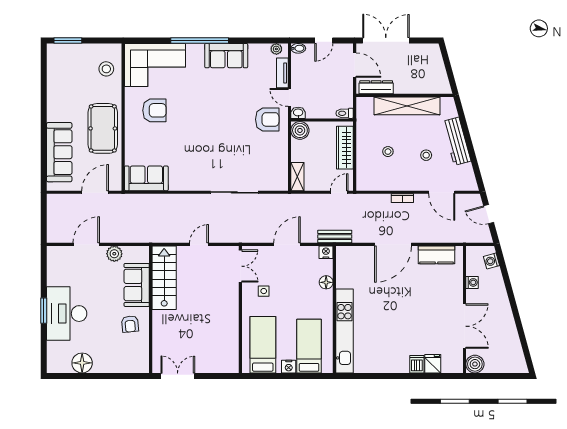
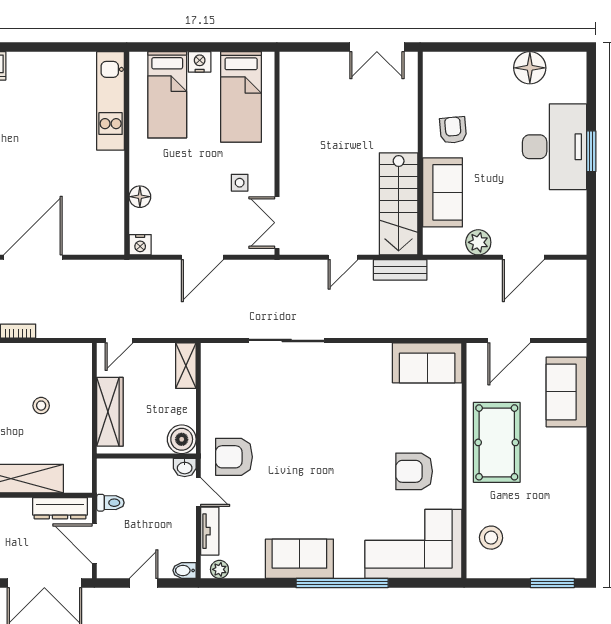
toilet: (345, 113) -> (110, 503), moved
sofa: (59, 152) -> (566, 392), width x0.73
bench: (335, 237) -> (400, 270), moved
kitchen unit: (344, 331) -> (111, 101), width x0.73

